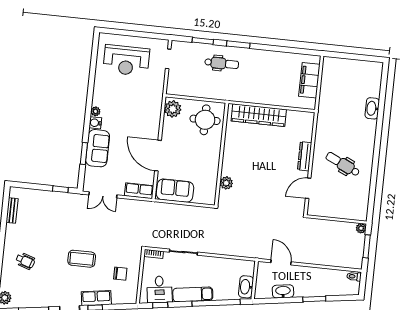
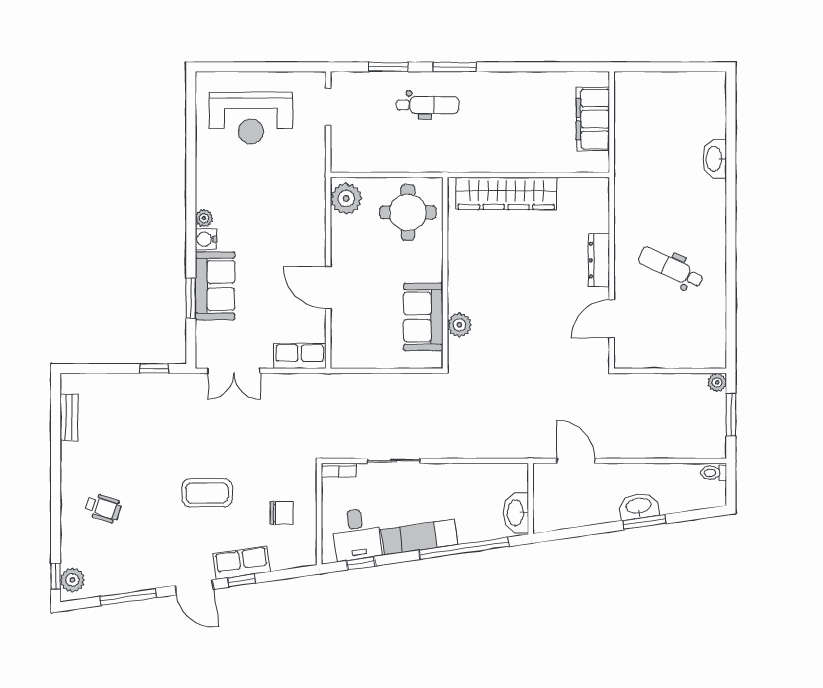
door: (158, 156) -> (328, 288), width x0.73
sofa: (175, 191) -> (423, 317), moved, turned -90
washbasin: (283, 291) -> (639, 506), moved

